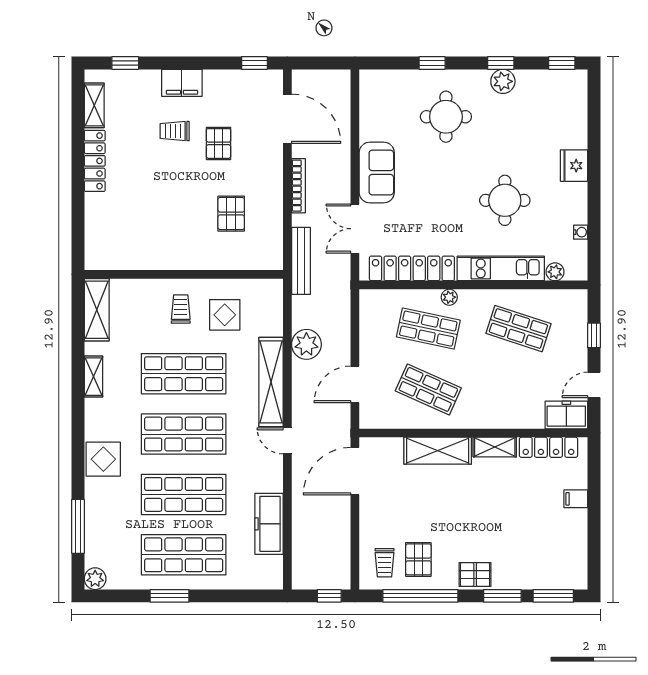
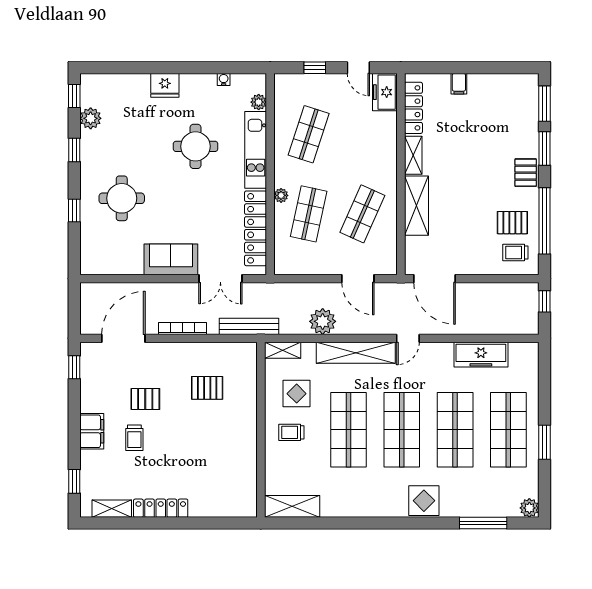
plant: (503, 81) -> (91, 118), moved
shelving: (93, 377) -> (283, 350), moved
trolley: (385, 563) -> (515, 253), turned 180

